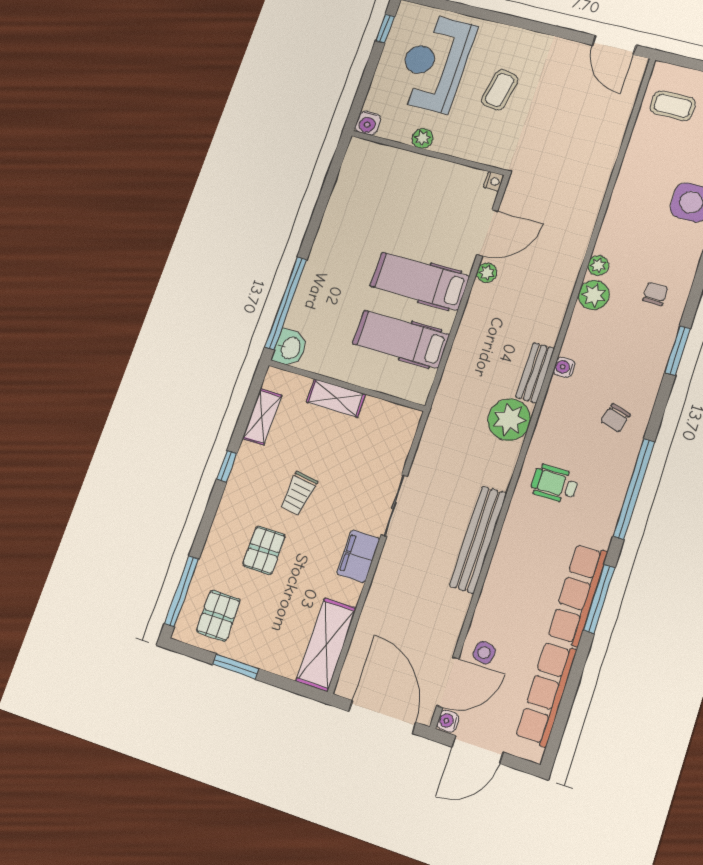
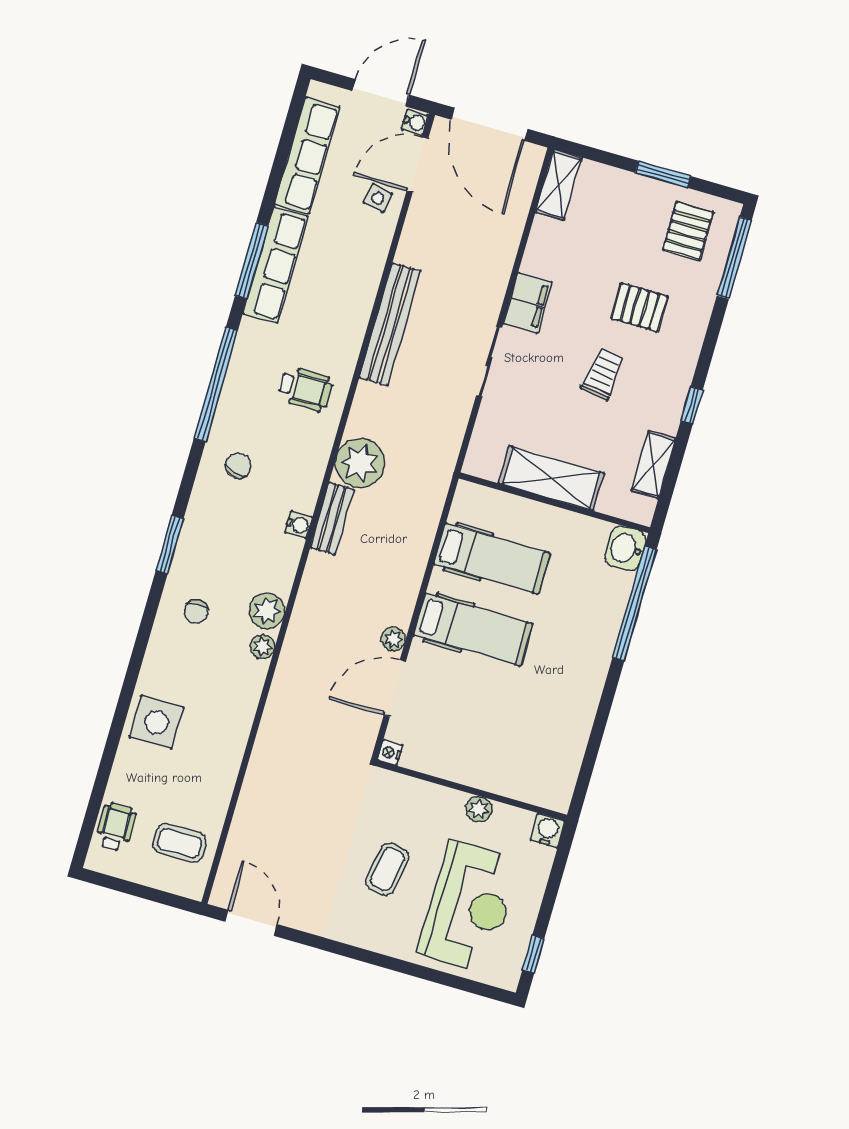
shelving: (336, 398) -> (551, 478), width x1.50, depth x1.33
pallet: (264, 550) -> (639, 307), turned 90
shelving: (326, 645) -> (559, 185), width x0.67, depth x0.75

